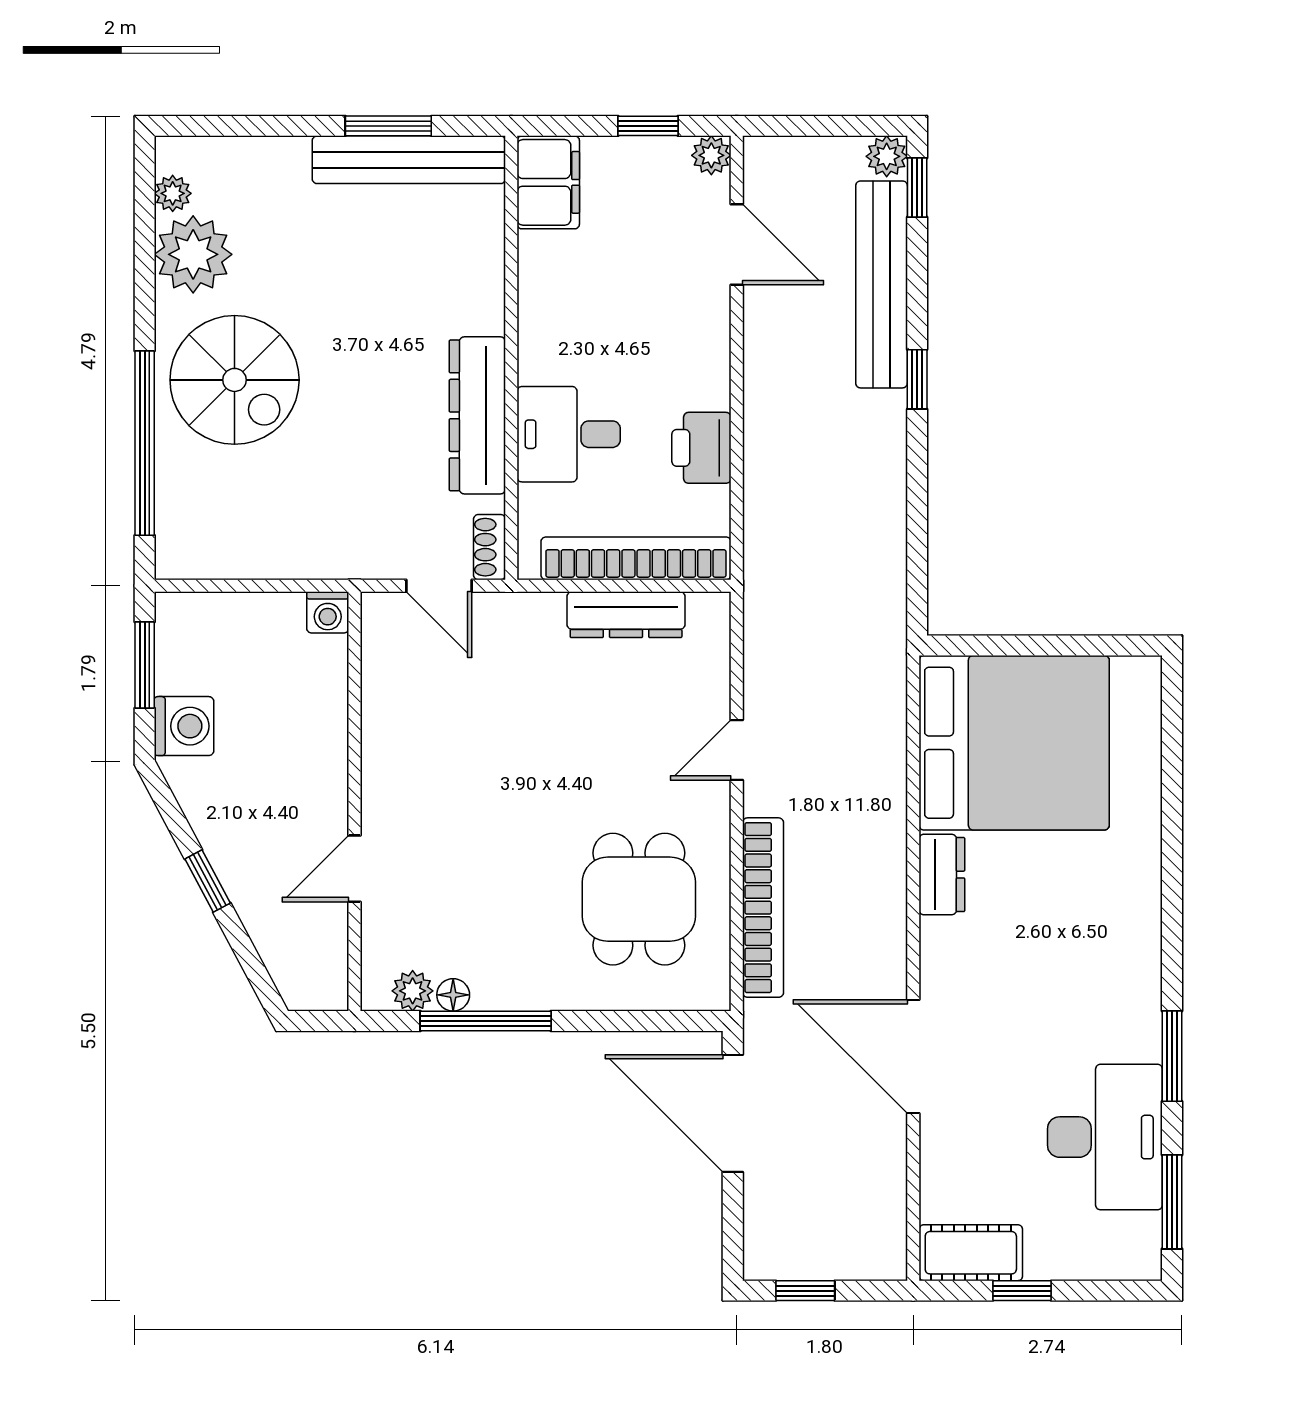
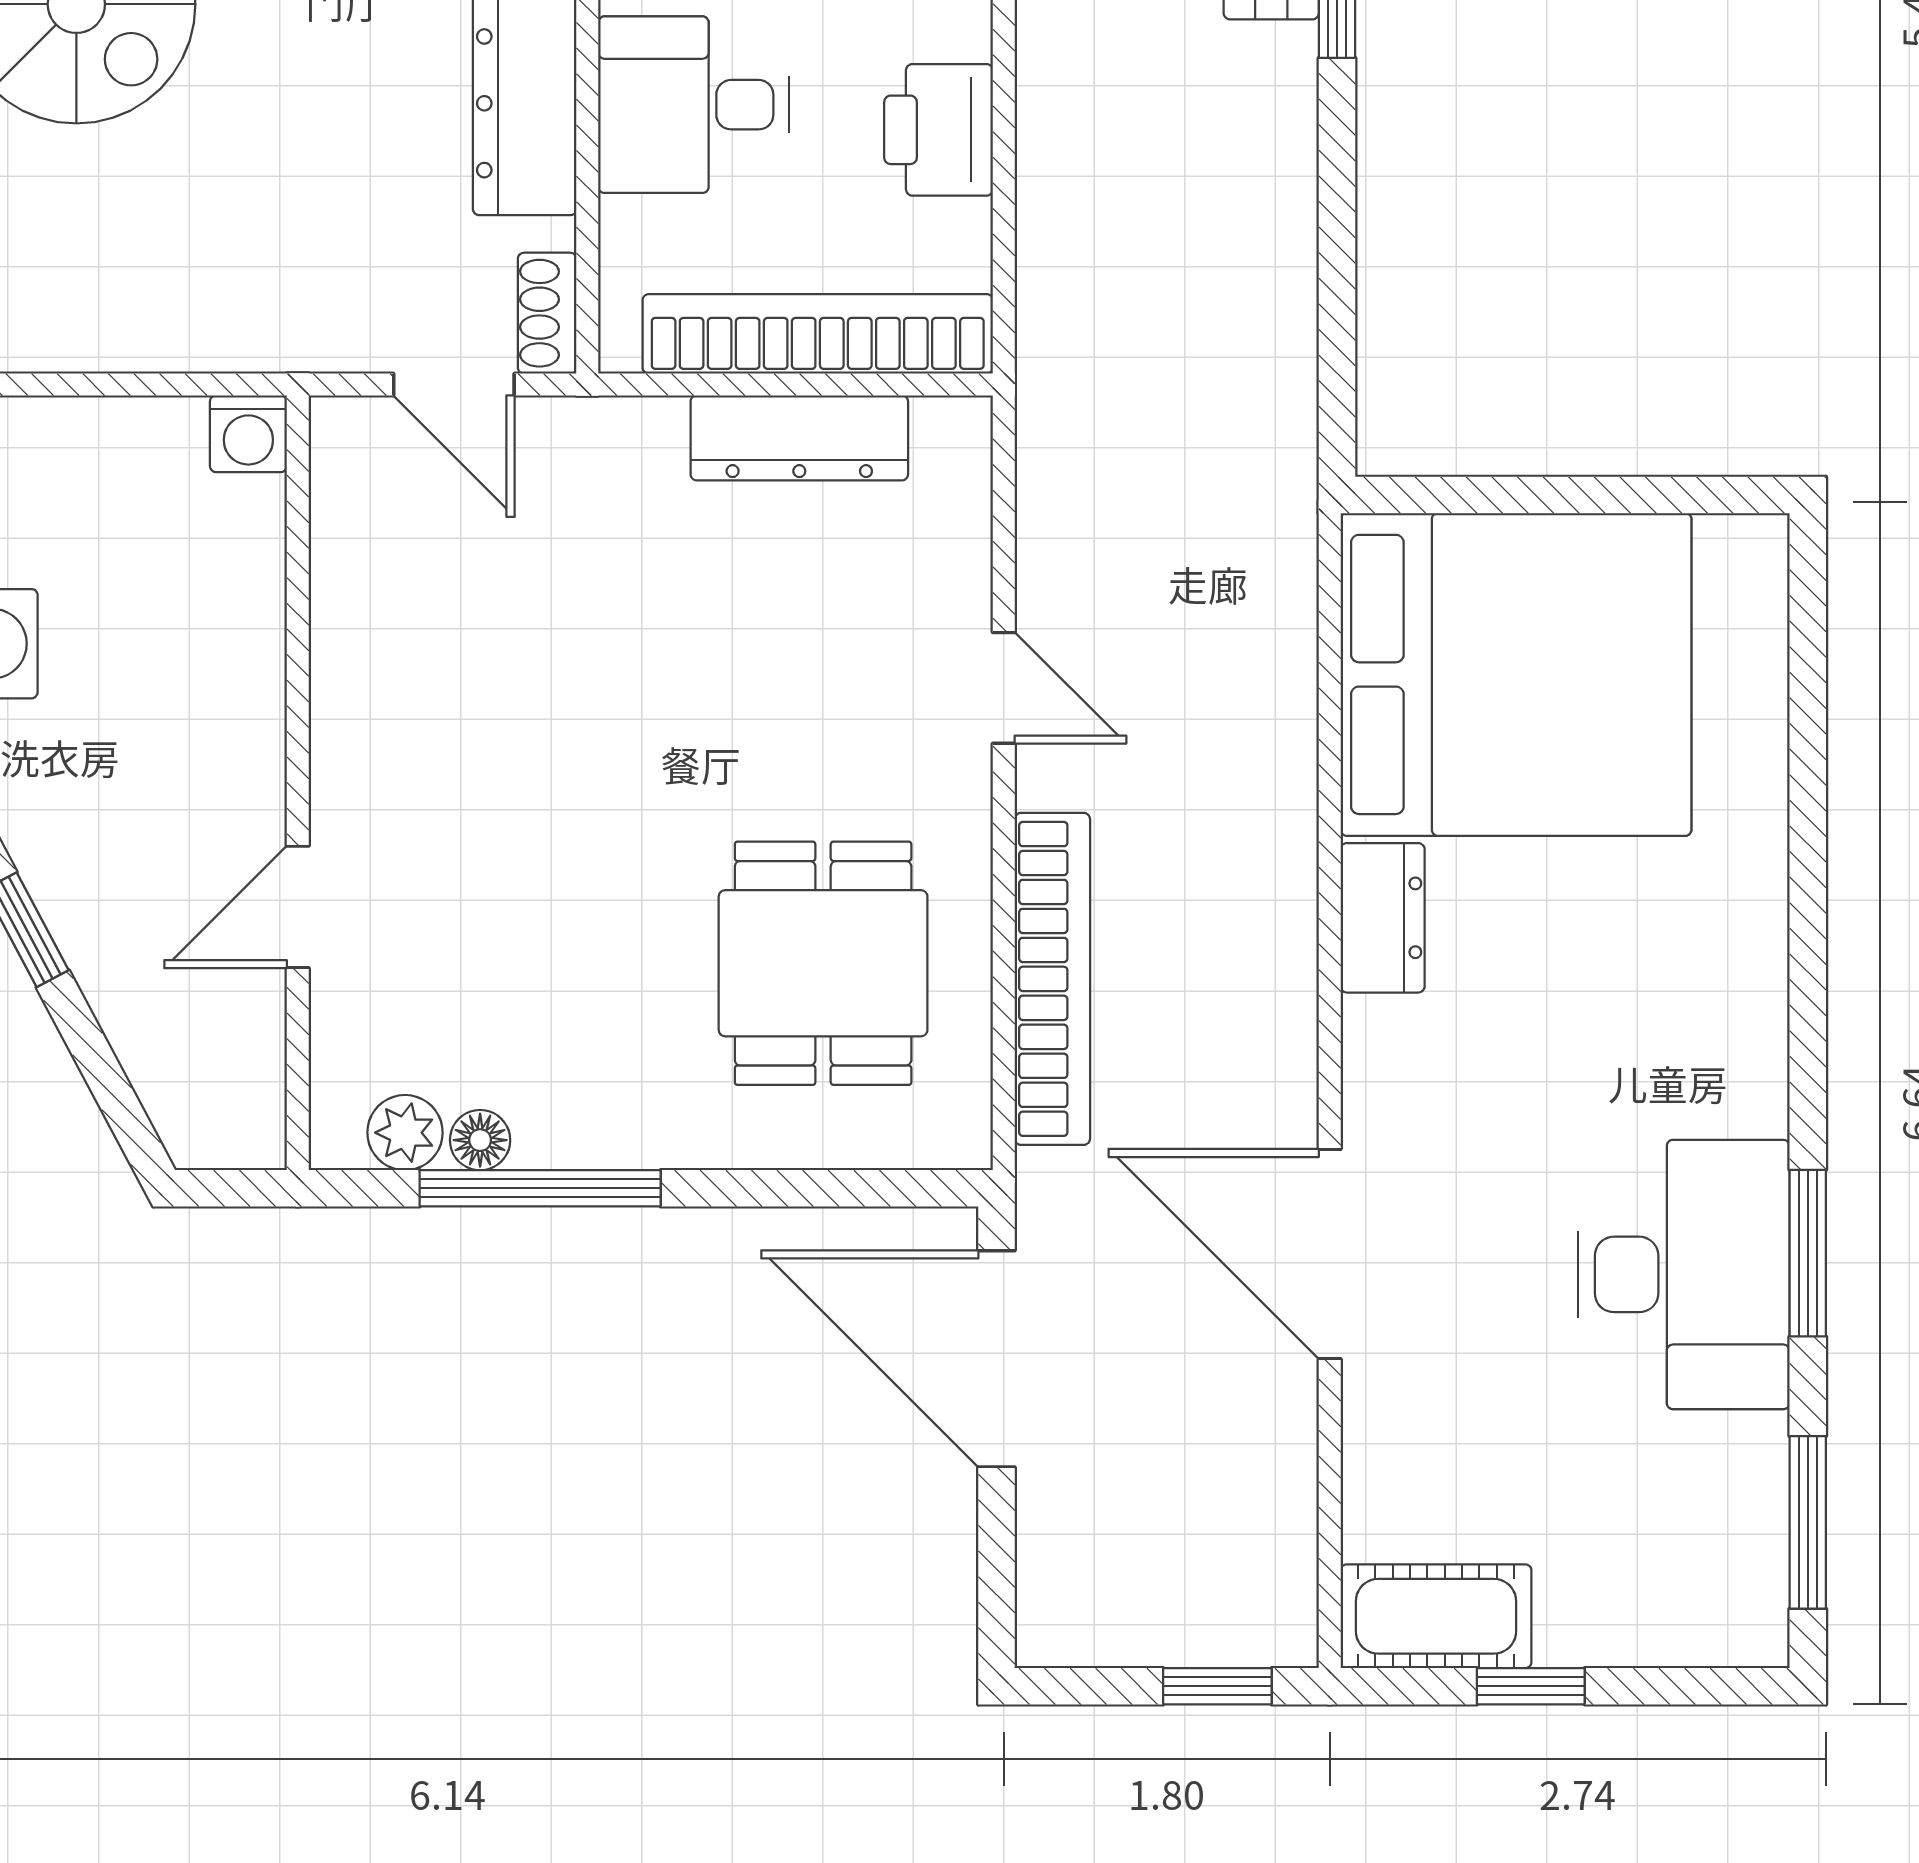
door: (737, 750) -> (1004, 688), swing flipped
desk: (1105, 1137) -> (1684, 1274), moved
window: (805, 1291) -> (1217, 1686), moved

